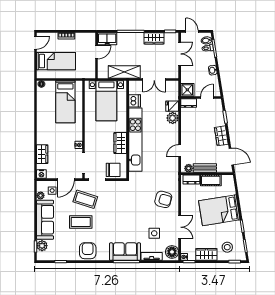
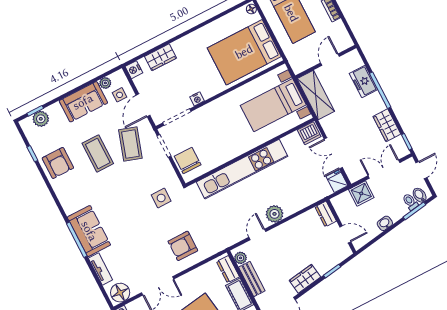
freezer: (107, 39) -> (364, 81), moved
door: (97, 52) -> (330, 60), swing flipped
double door: (180, 54) -> (384, 169), swing flipped
shelving: (124, 72) -> (316, 95), moved
shower: (187, 90) -> (361, 193), moved
dishwasher: (135, 101) -> (309, 133), moved
bed: (65, 102) -> (244, 52), width x1.50
fridge: (172, 106) -> (337, 181), moved
plant: (173, 118) -> (274, 214), moved
wardrobe: (120, 143) -> (228, 152), removed
door: (180, 151) -> (257, 234), hinge flipped
chair: (113, 170) -> (188, 161), turned 180
door: (66, 180) -> (143, 105), hinge flipped
armchair: (163, 199) -> (183, 246), turned 75
sofa: (45, 220) -> (83, 102), width x0.73
side table: (154, 233) -> (161, 198), moved
armchair: (88, 251) -> (58, 163), moved, turned 90

